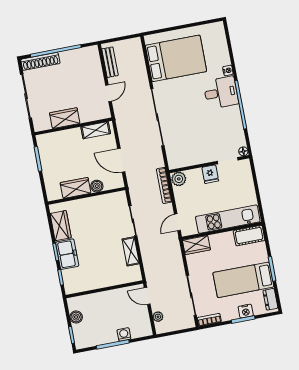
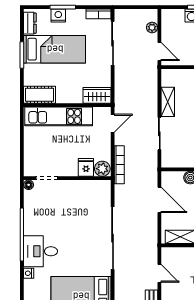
door: (108, 93) -> (159, 273), swing flipped
fridge: (210, 174) -> (86, 167), moved

